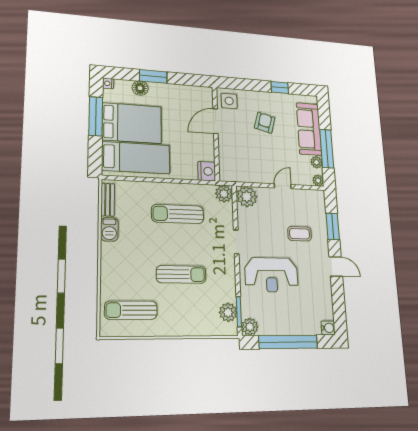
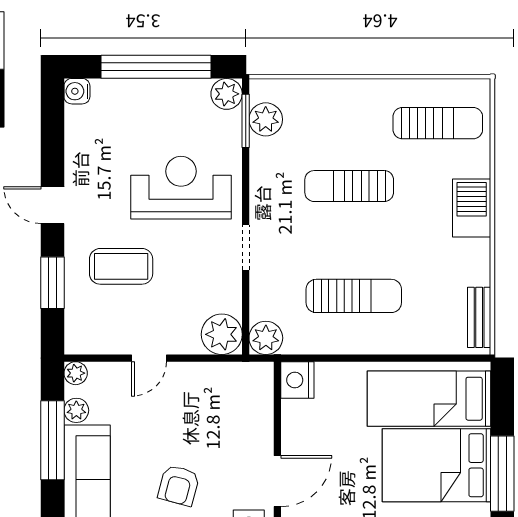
barbecue: (109, 229) -> (472, 208), moved, width x1.38, depth x1.27
coffee table: (300, 234) -> (121, 266), width x1.36, depth x1.30

